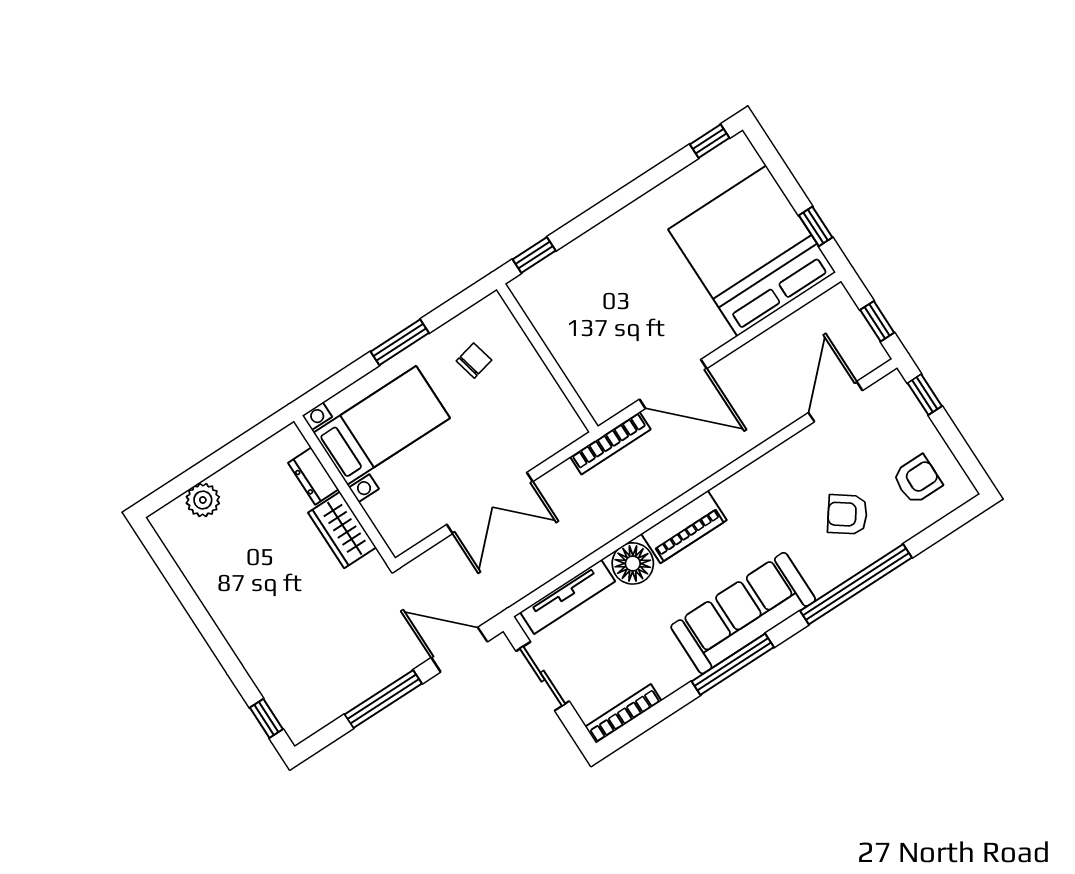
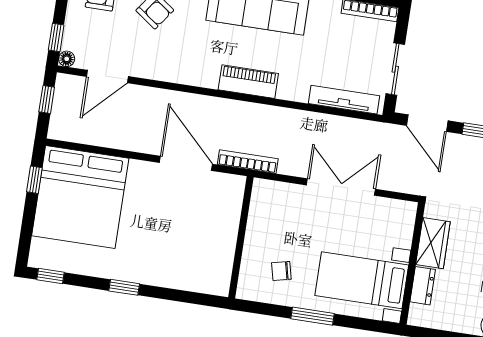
window: (534, 255) -> (124, 287), moved
floor lamp: (633, 563) -> (67, 59), moved, width x0.53, depth x0.53

